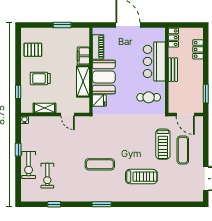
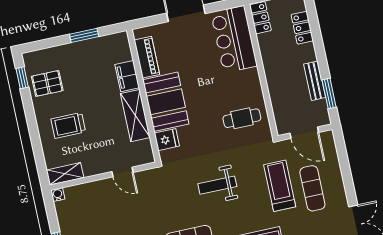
bar counter: (154, 61) -> (234, 39), moved
bench: (173, 70) -> (315, 81), moved
window: (18, 92) -> (22, 78), moved
shelving: (44, 108) -> (65, 174), moved
weight bench: (124, 135) -> (217, 185), added
treadmill: (163, 144) -> (280, 186), turned 180

